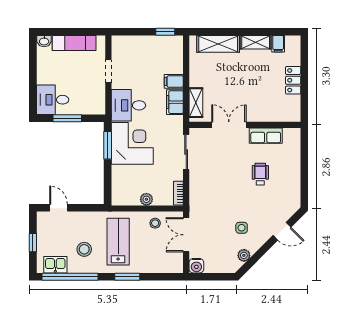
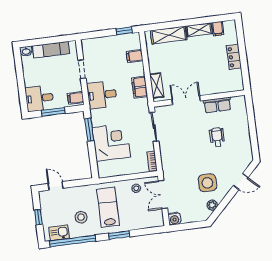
filing cabinet: (174, 81) -> (135, 56), moved
filing cabinet: (96, 105) -> (76, 98), added
corner desk: (132, 143) -> (111, 142), moved
plant: (146, 199) -> (127, 170), removed
side table: (242, 228) -> (207, 183), width x1.87, depth x1.87

